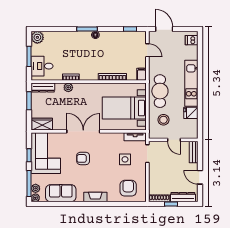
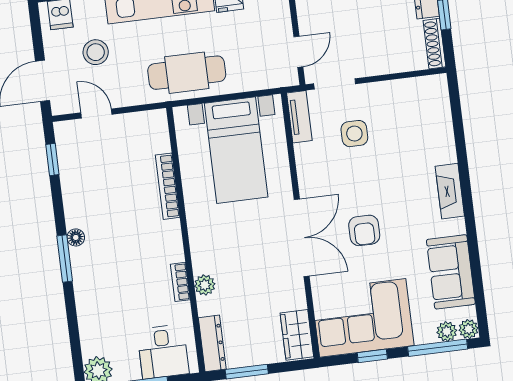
door: (147, 50) -> (96, 113), hinge flipped
filing cabinet: (141, 74) -> (153, 120), removed
stool: (163, 120) -> (96, 52), moved
double door: (83, 131) -> (302, 238), swing flipped
door: (174, 140) -> (298, 52), moved
armchair: (128, 188) -> (420, 118), removed

